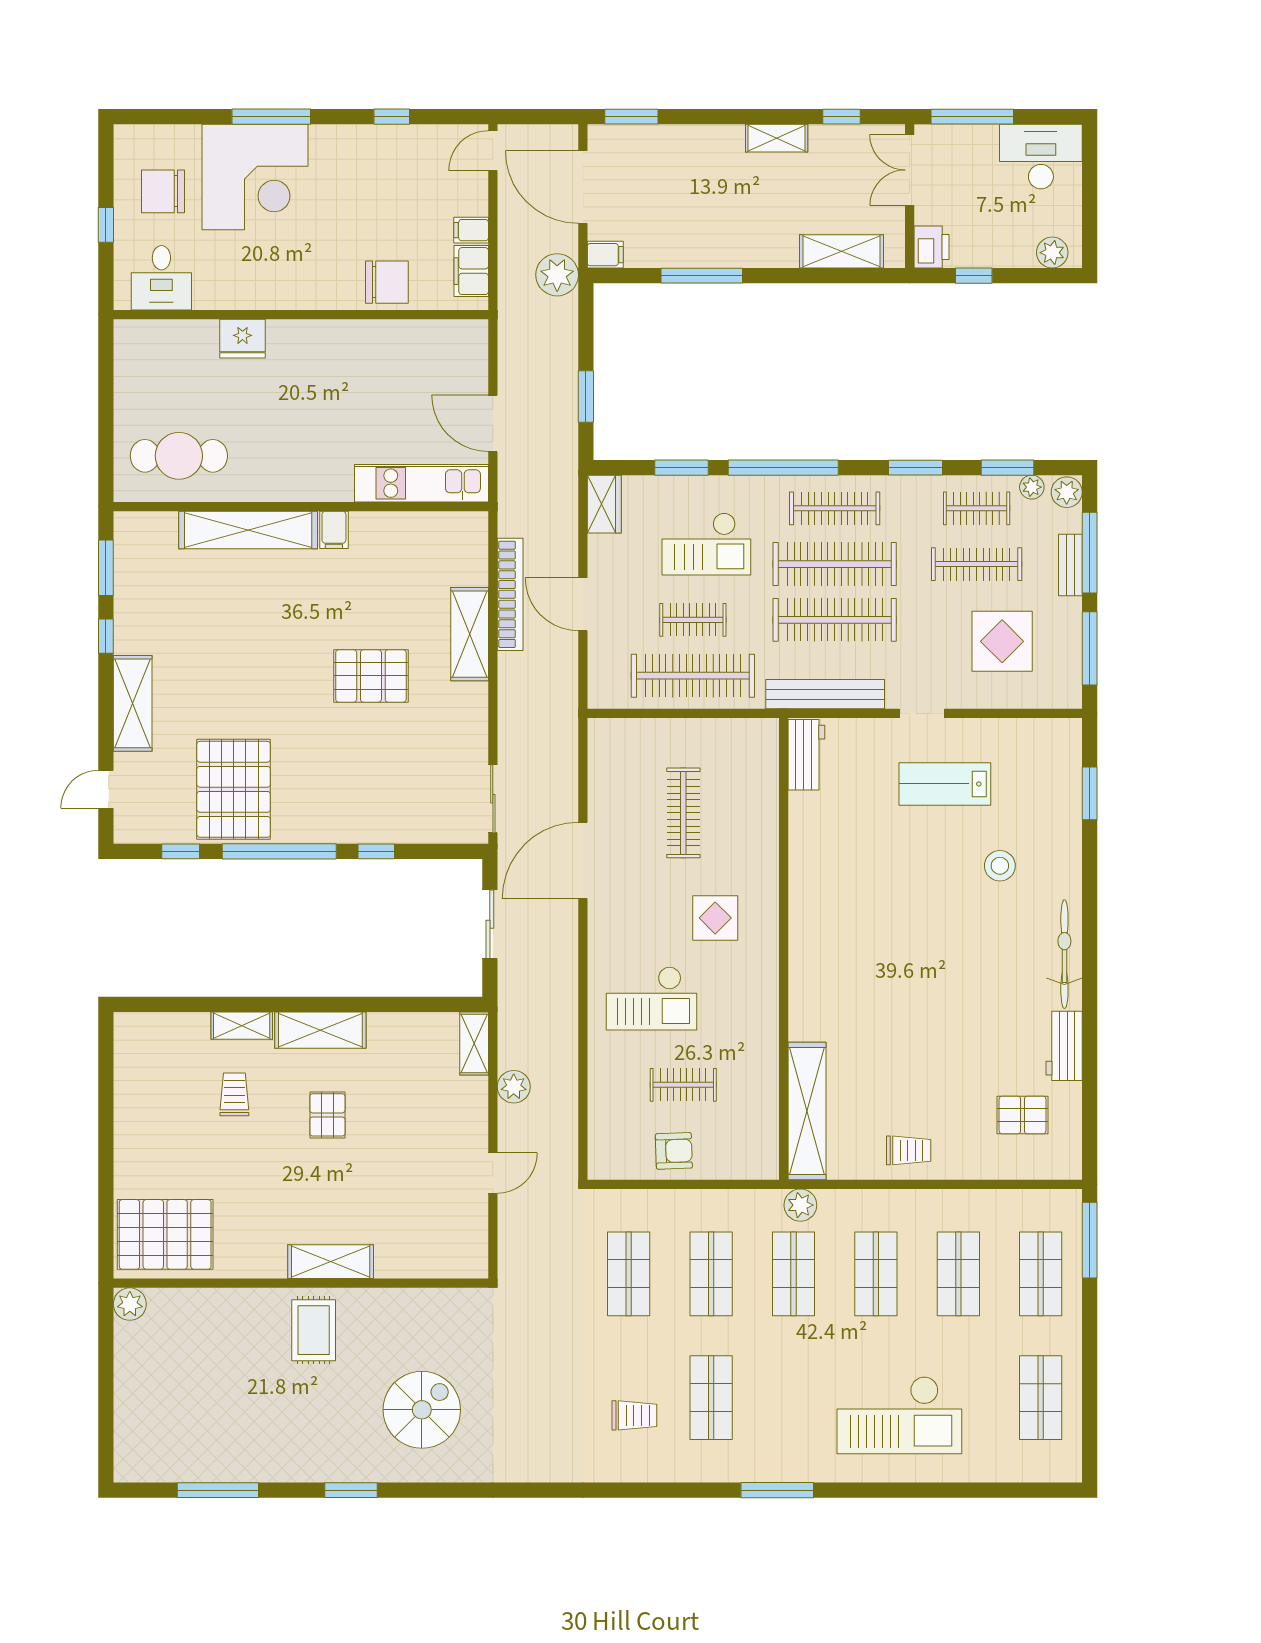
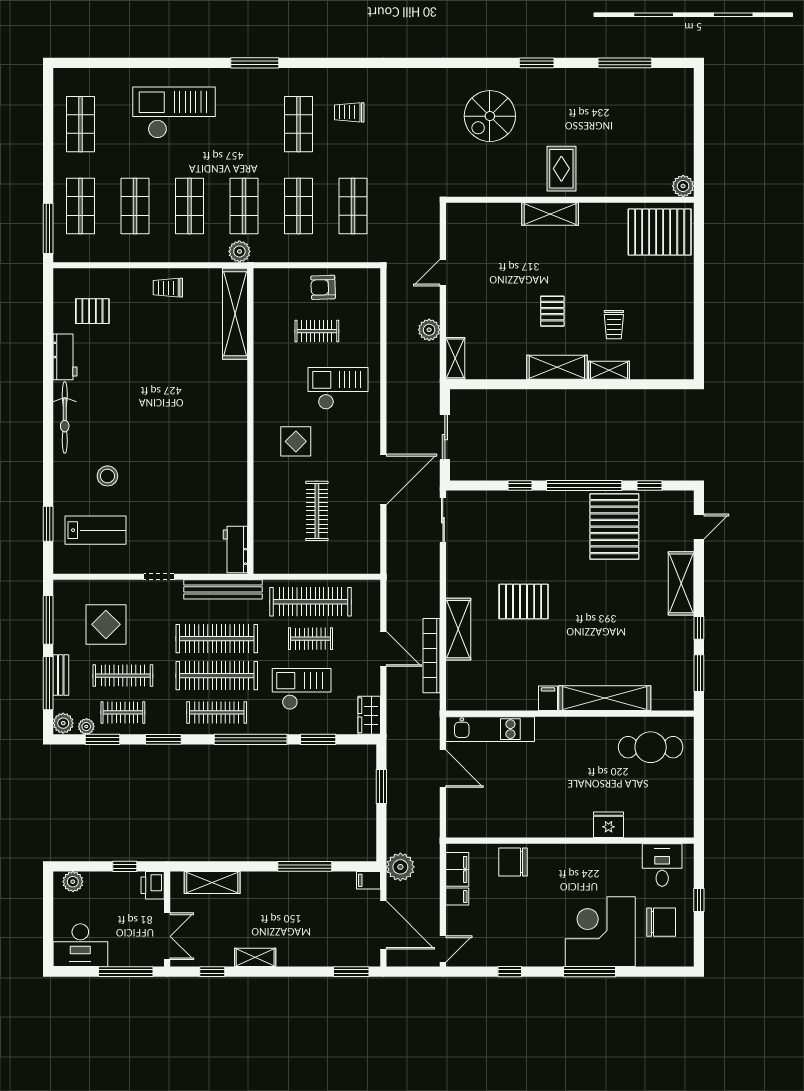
lab bench: (945, 784) -> (96, 530), moved

